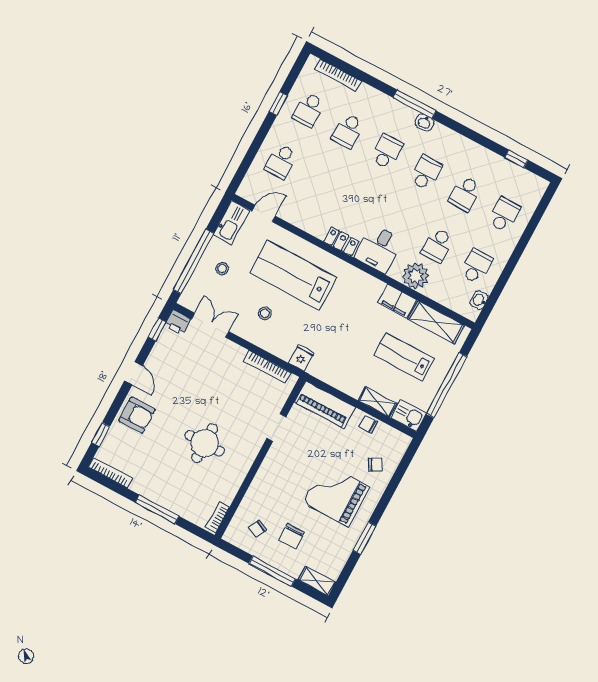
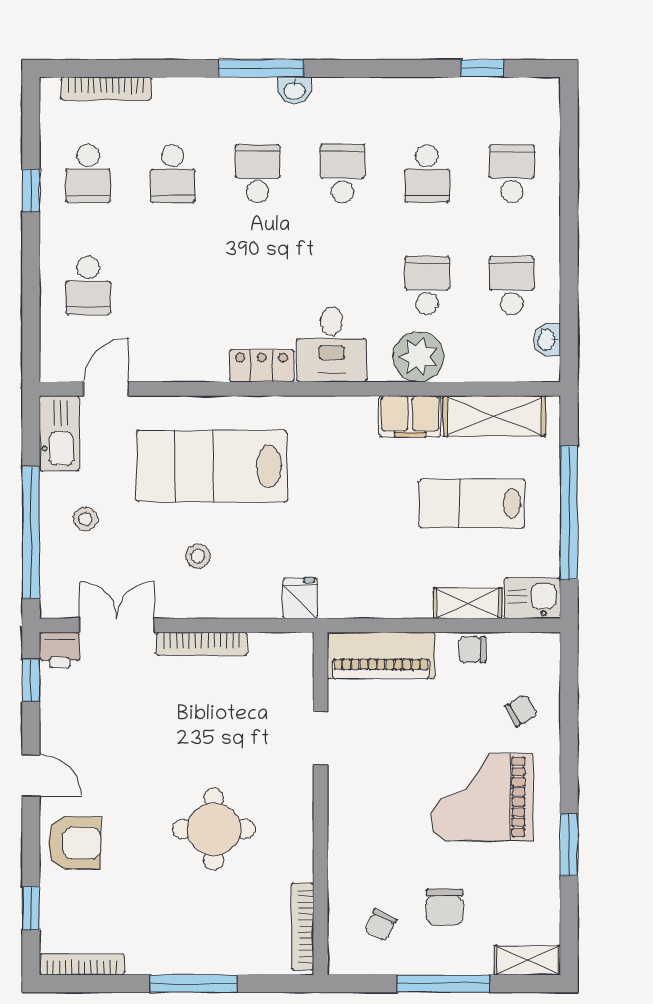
school desk: (437, 245) -> (427, 285), turned 180
bookcase: (267, 367) -> (202, 644), moved
bookcase: (218, 517) -> (302, 926), width x1.56

